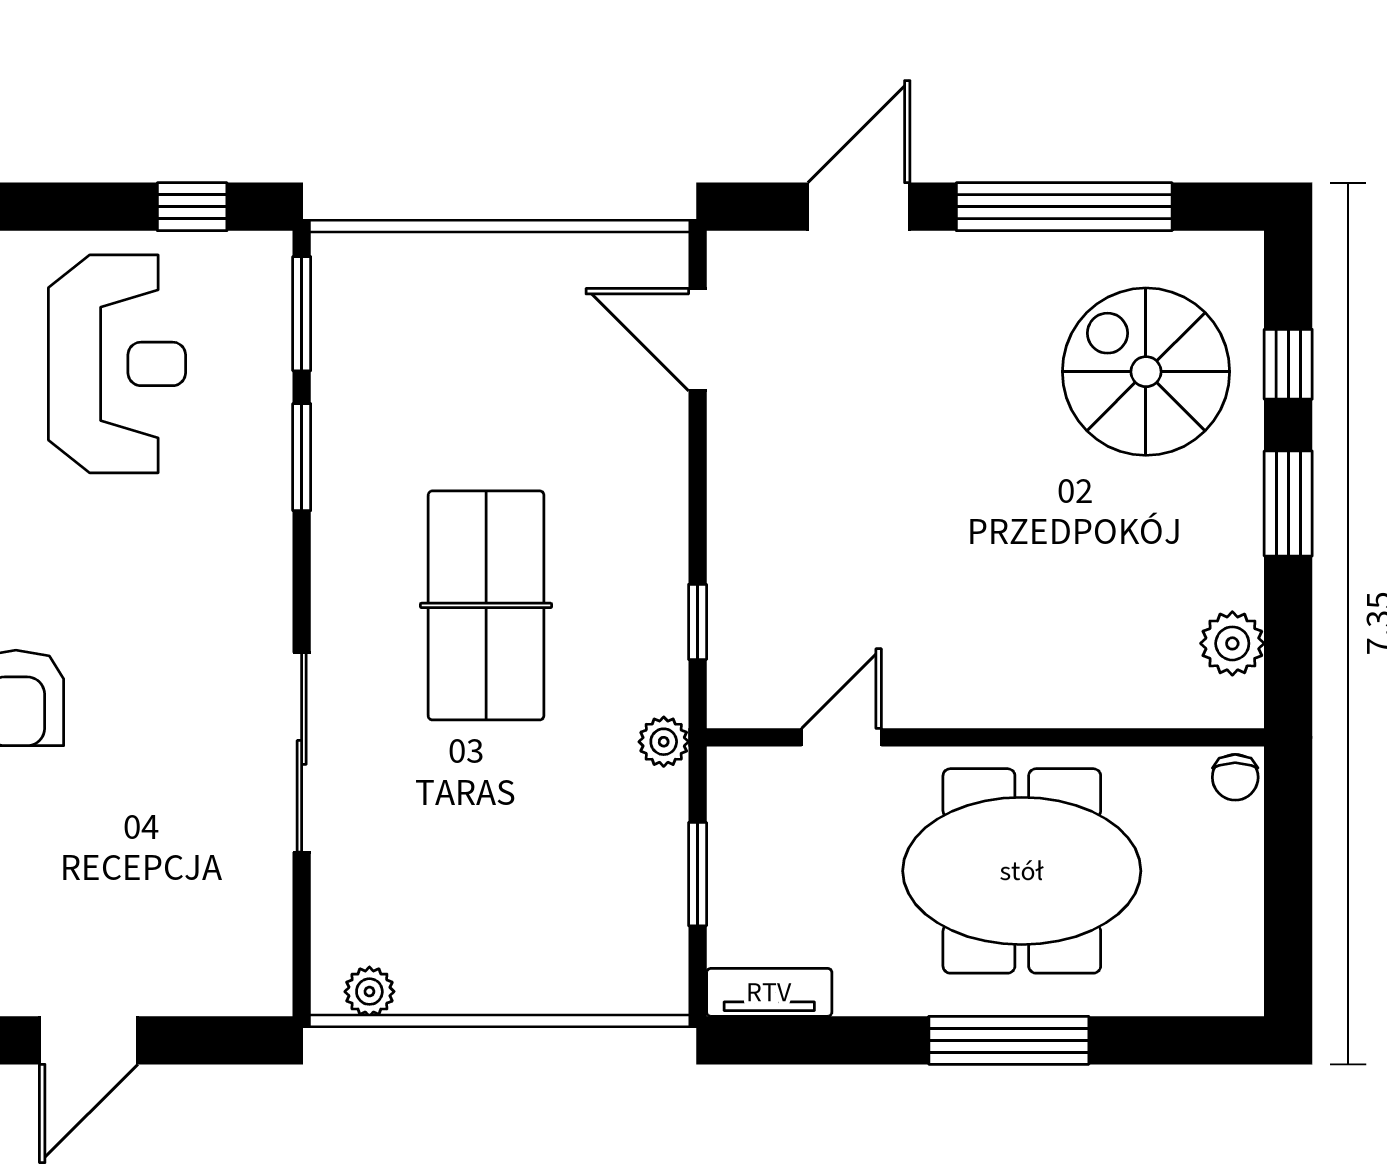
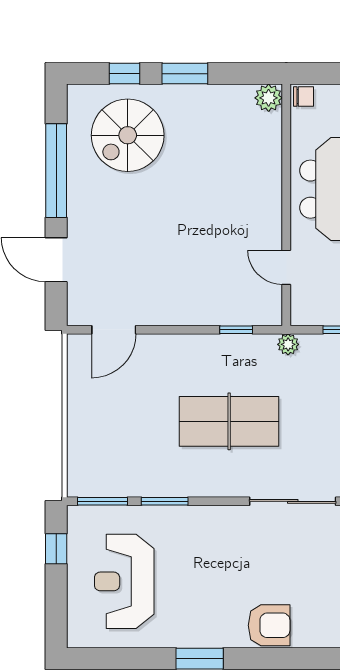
reception desk: (117, 364) -> (124, 581), turned -90
plant: (1232, 643) -> (269, 98), moved

